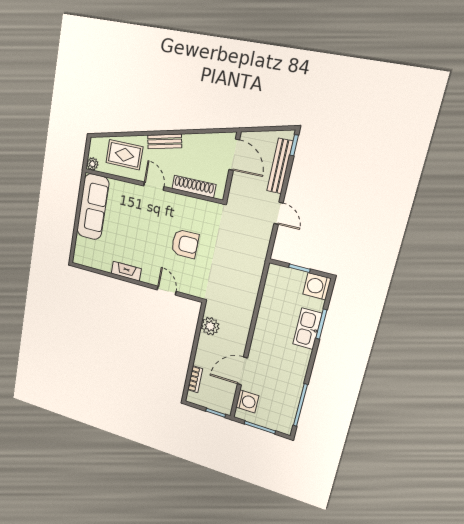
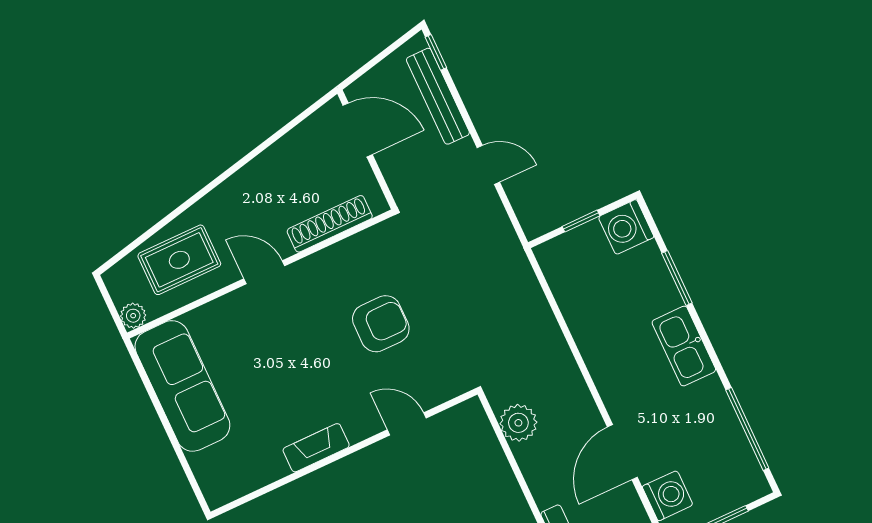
bench: (165, 141) -> (232, 190), removed
kitchen sink: (307, 329) -> (684, 346), moved

